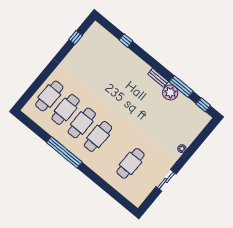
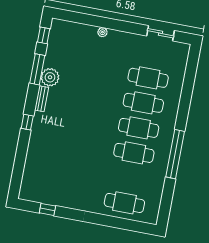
window: (126, 40) -> (27, 122), moved
cafe table: (66, 109) -> (143, 103), moved
sliding door: (166, 180) -> (160, 33), moved

